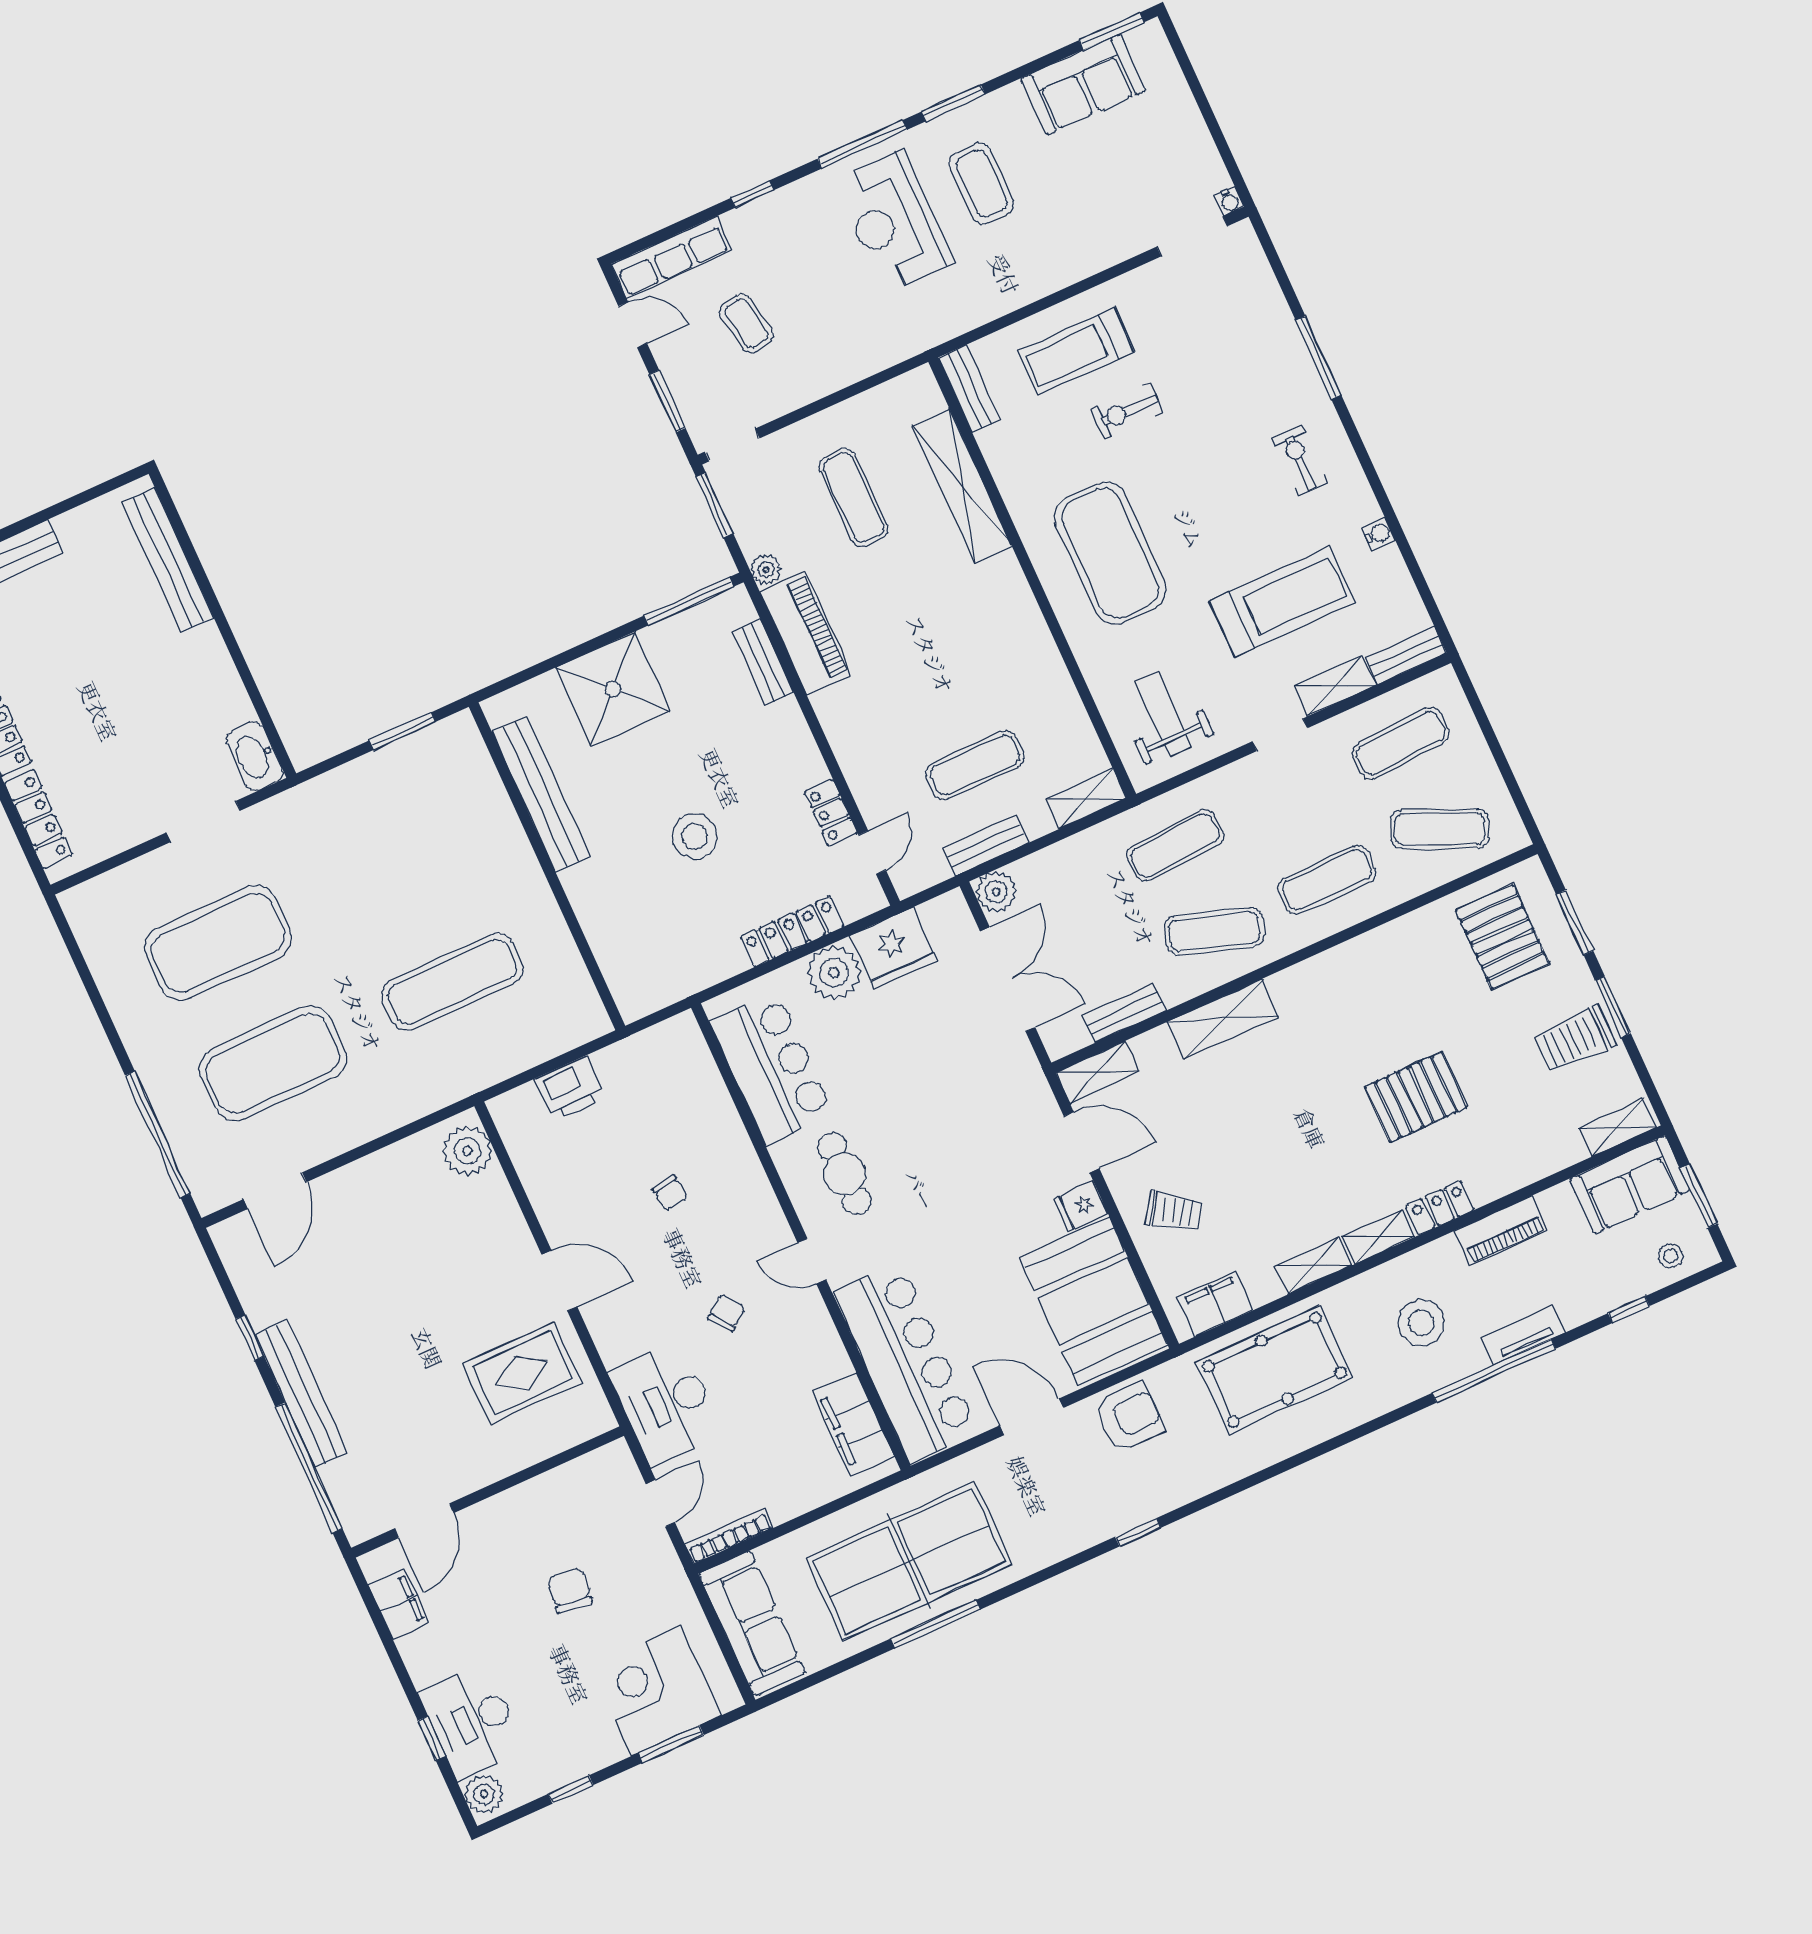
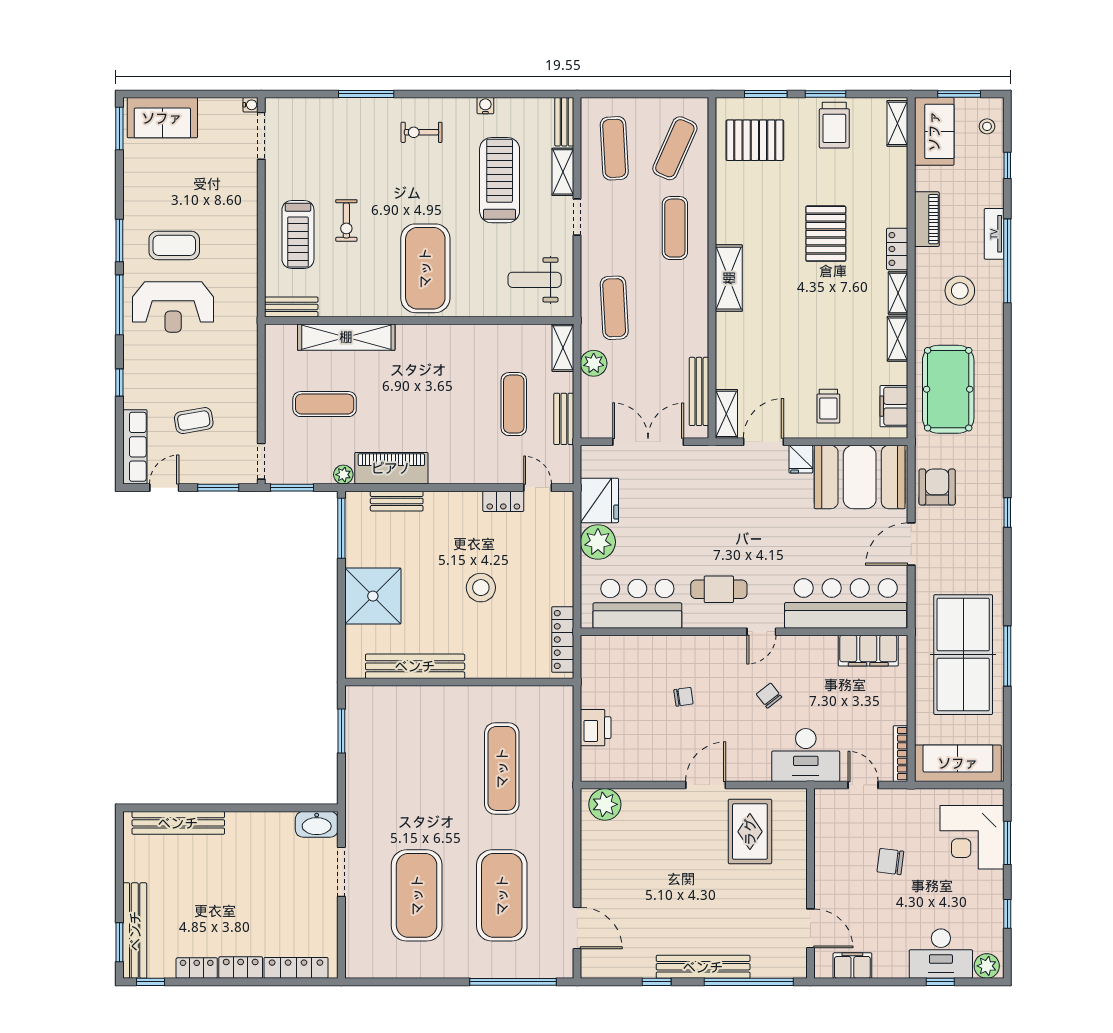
sofa: (1083, 84) -> (162, 118), moved, turned 90
exercise mat: (1110, 553) -> (425, 268), turned 90
plant: (996, 892) -> (594, 363), moved
exercise mat: (1214, 931) -> (675, 308), removed
locker: (792, 932) -> (563, 640), moved
bench: (1124, 1013) -> (699, 391), width x1.36
shelving: (1223, 1019) -> (729, 278), moved
trolley: (1174, 1211) -> (828, 406), turned 147

